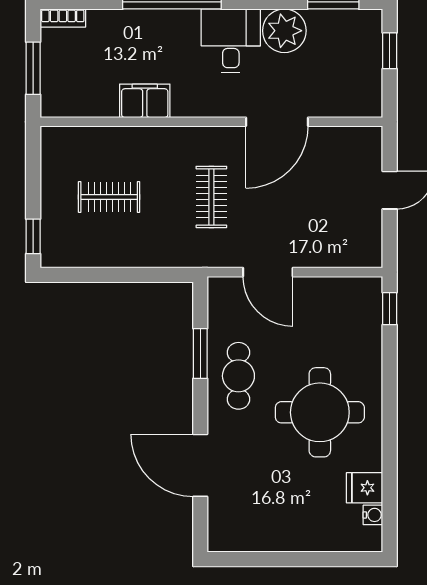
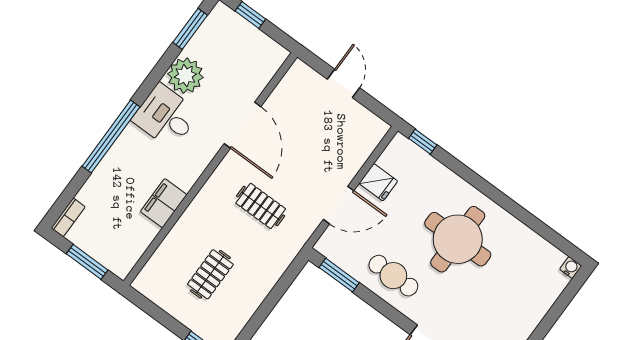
window: (200, 353) -> (339, 275), moved
fridge: (365, 488) -> (378, 182), moved, turned -90
water cooler: (373, 515) -> (571, 268), moved

